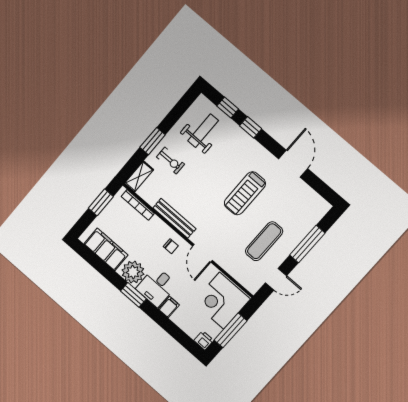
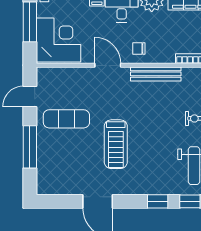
treadmill: (245, 193) -> (116, 144), turned 180
exercise mat: (264, 241) -> (66, 119), turned 90

